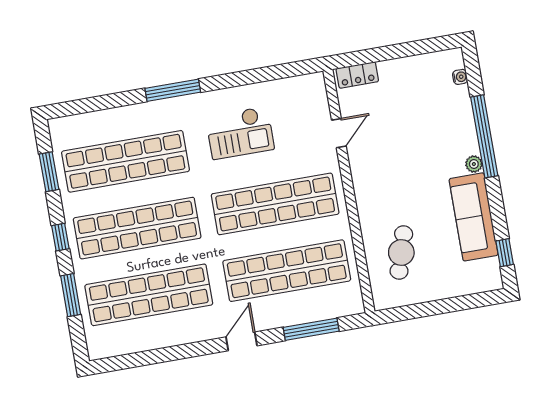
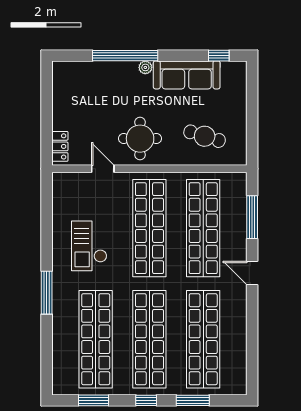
water cooler: (460, 77) -> (75, 66), removed
checkout: (240, 133) -> (89, 246), turned 180
round table: (384, 173) -> (140, 139), added

